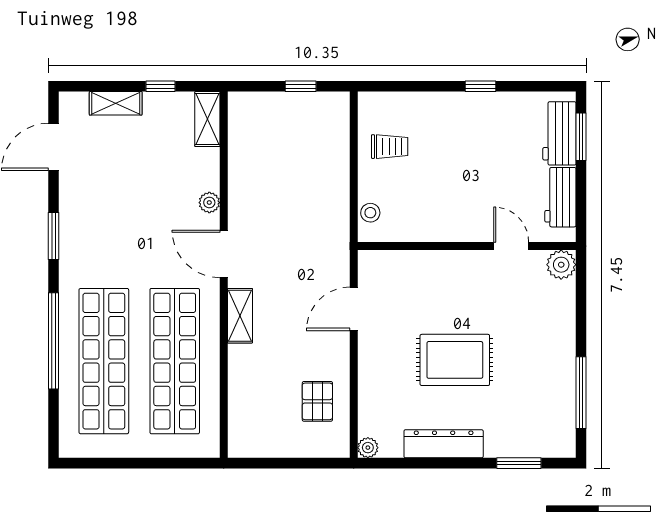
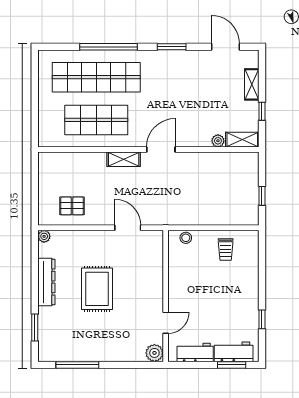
window: (481, 86) -> (262, 319), moved
plant: (209, 203) -> (218, 141), moved
shop shelf: (175, 361) -> (96, 120), width x0.71

